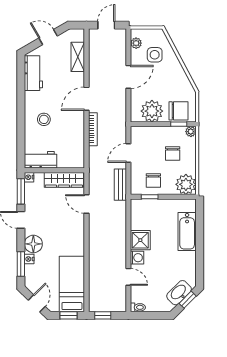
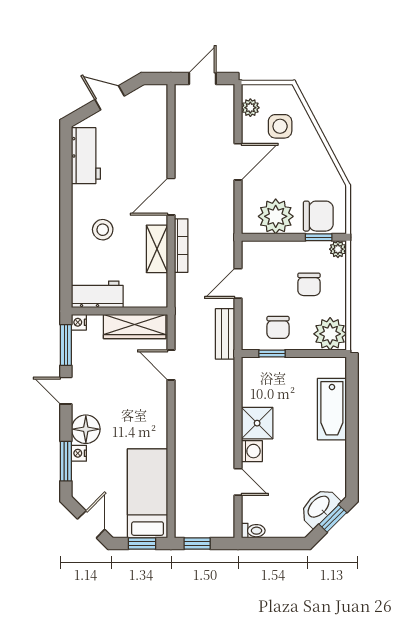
shelving: (78, 57) -> (157, 249), moved

